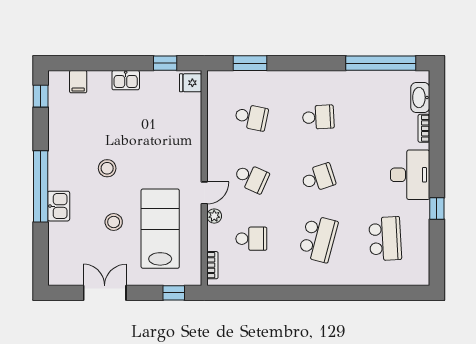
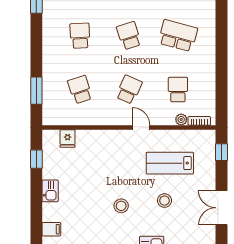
fridge: (191, 83) -> (68, 139), moved
school desk: (251, 117) -> (80, 90), turned -30
plant: (214, 216) -> (181, 119), moved
lab bench: (160, 229) -> (170, 163), width x0.73, depth x0.72

